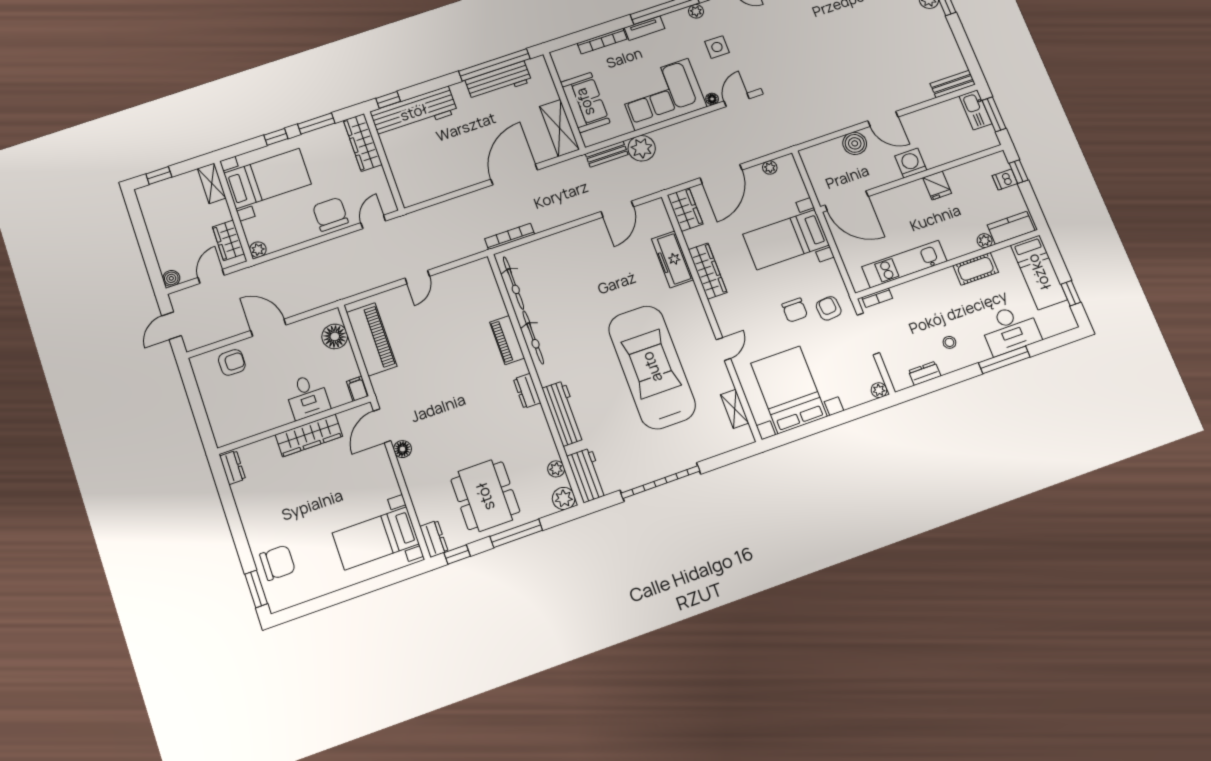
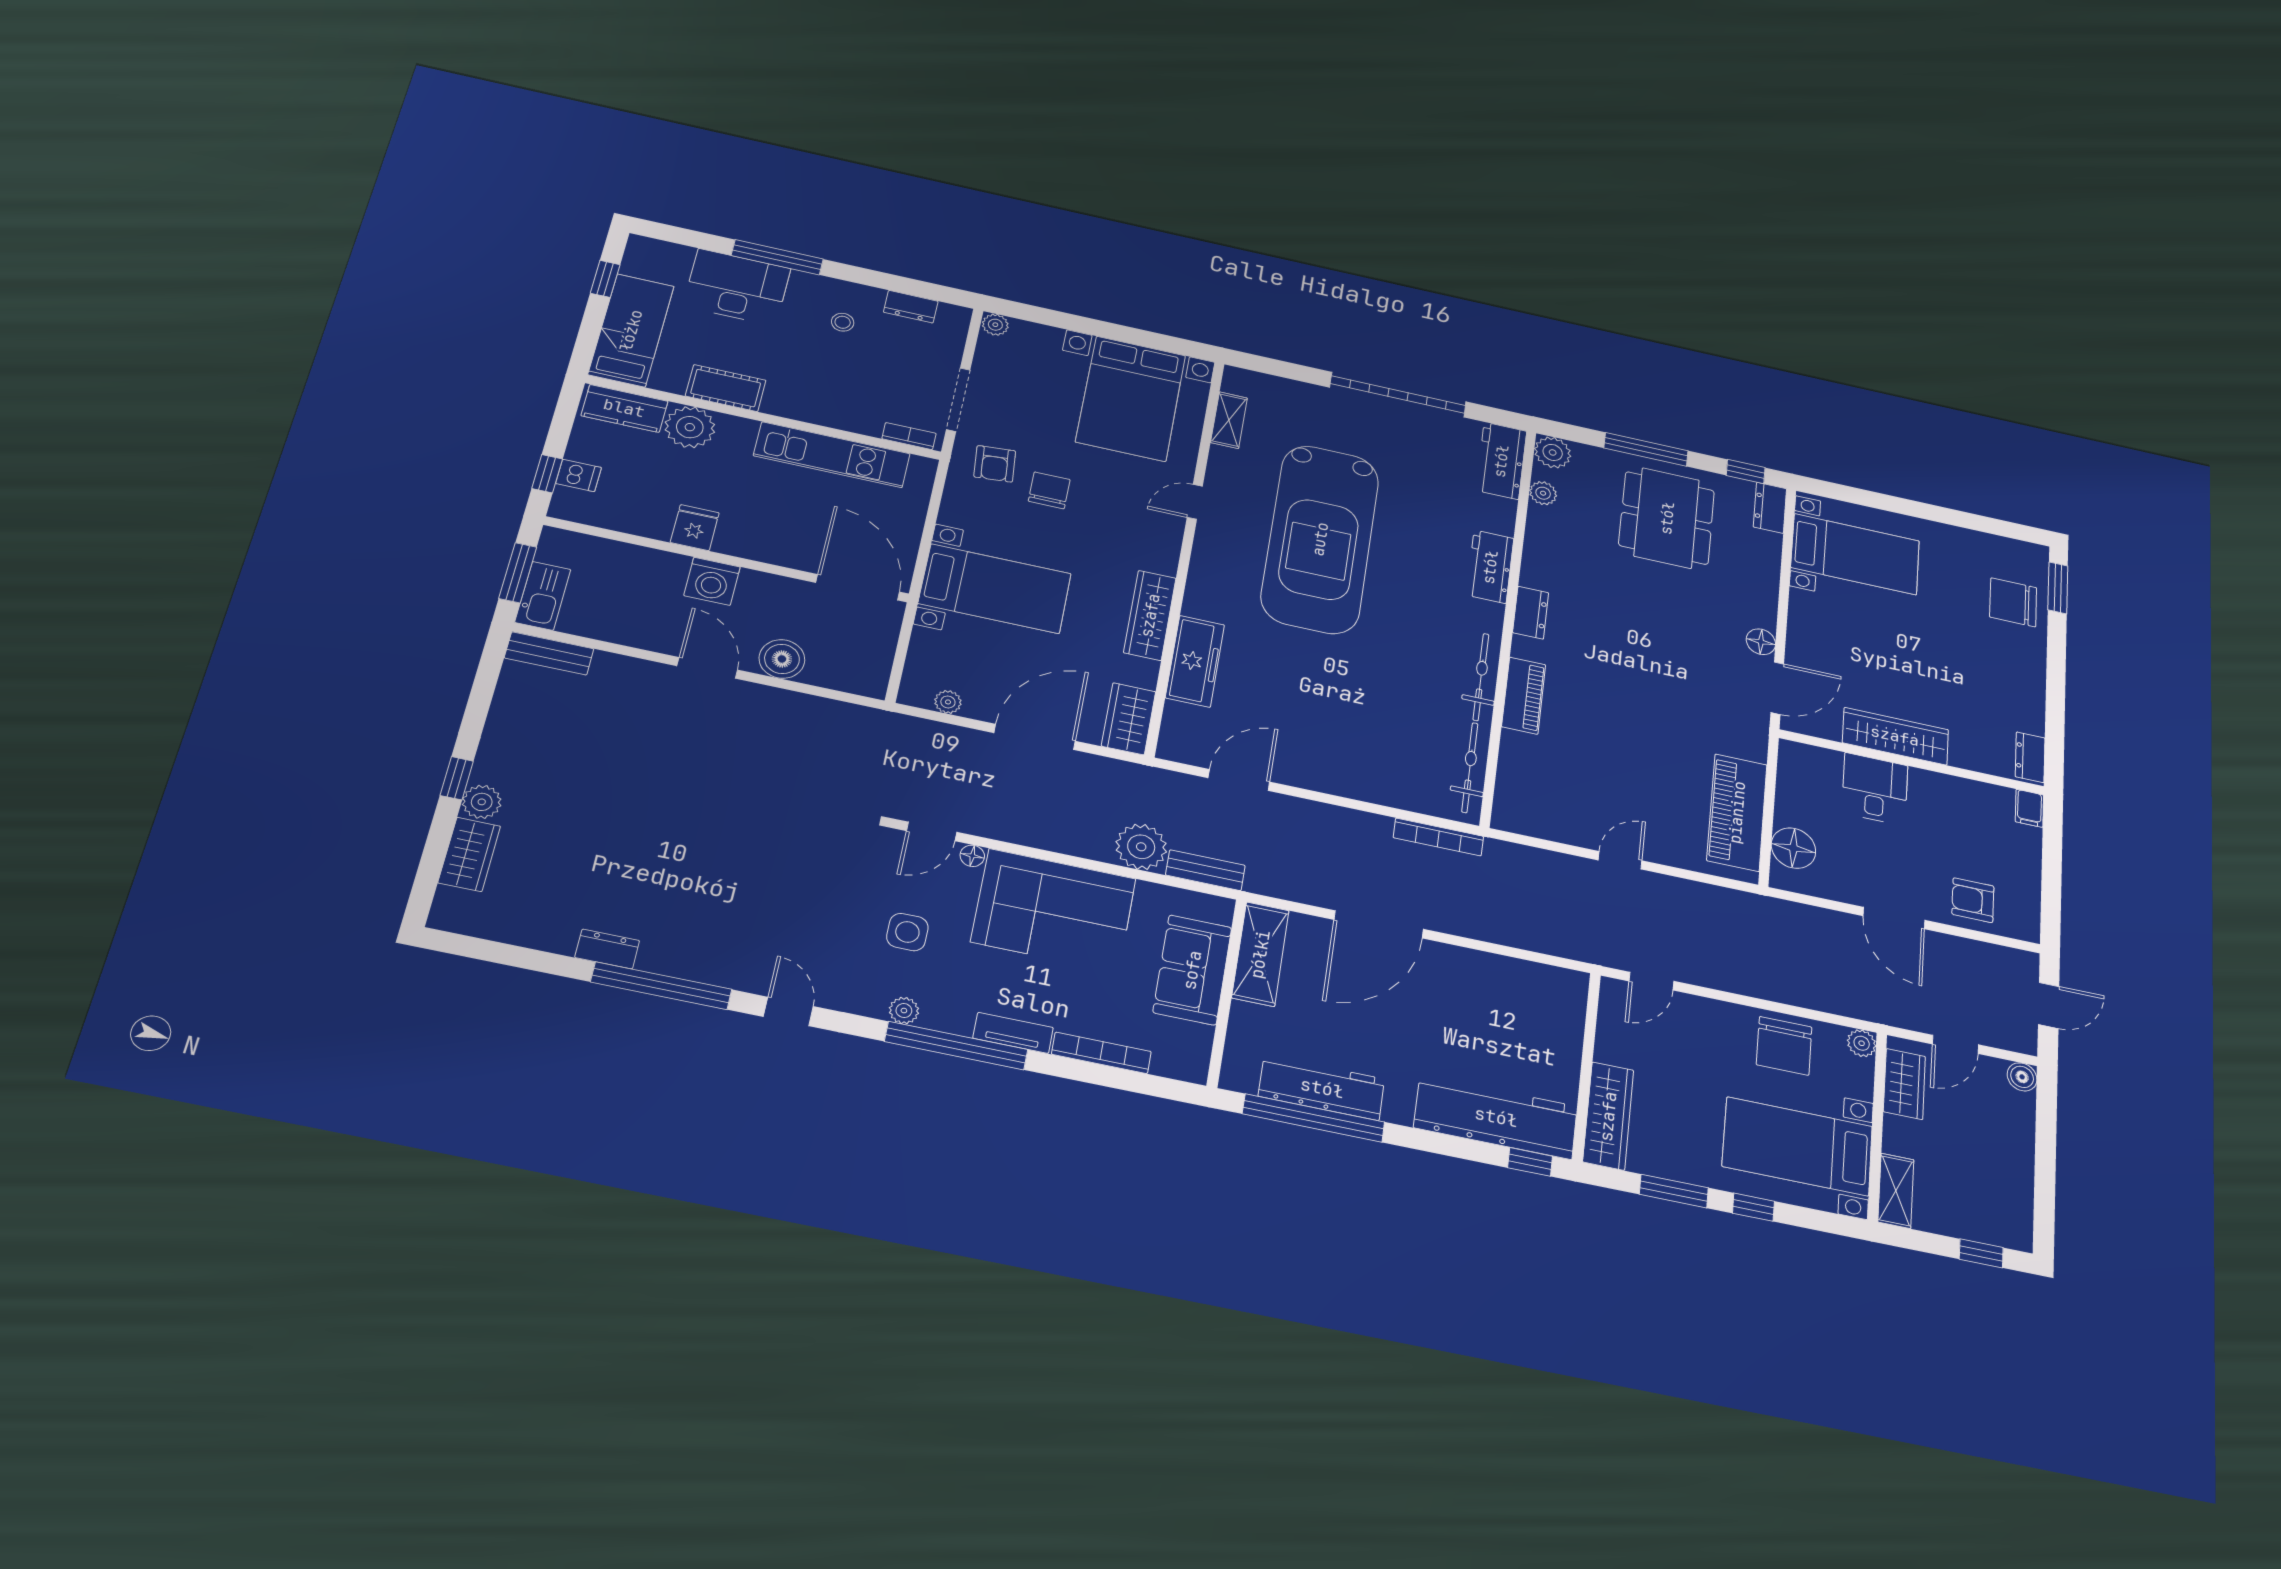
chair: (330, 214) -> (1784, 1046), moved
plant: (985, 241) -> (690, 427), width x1.87, depth x1.87
filing cabinet: (358, 389) -> (2029, 808), moved
workbench: (564, 413) -> (1490, 567), width x0.73

